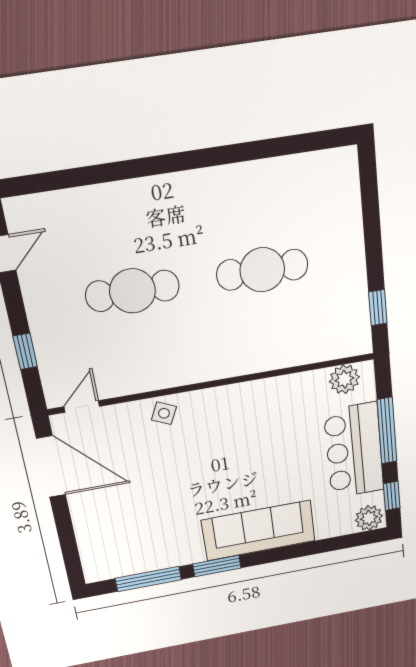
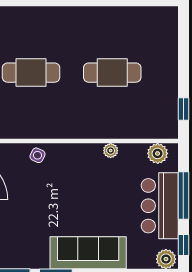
plant: (274, 387) -> (111, 151), added

